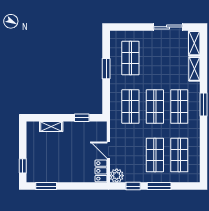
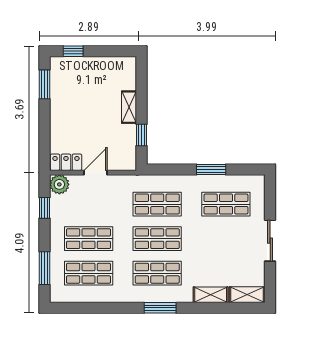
sliding door: (168, 27) -> (270, 241), moved
shelving: (51, 126) -> (129, 107), moved
window: (159, 186) -> (44, 268), moved

